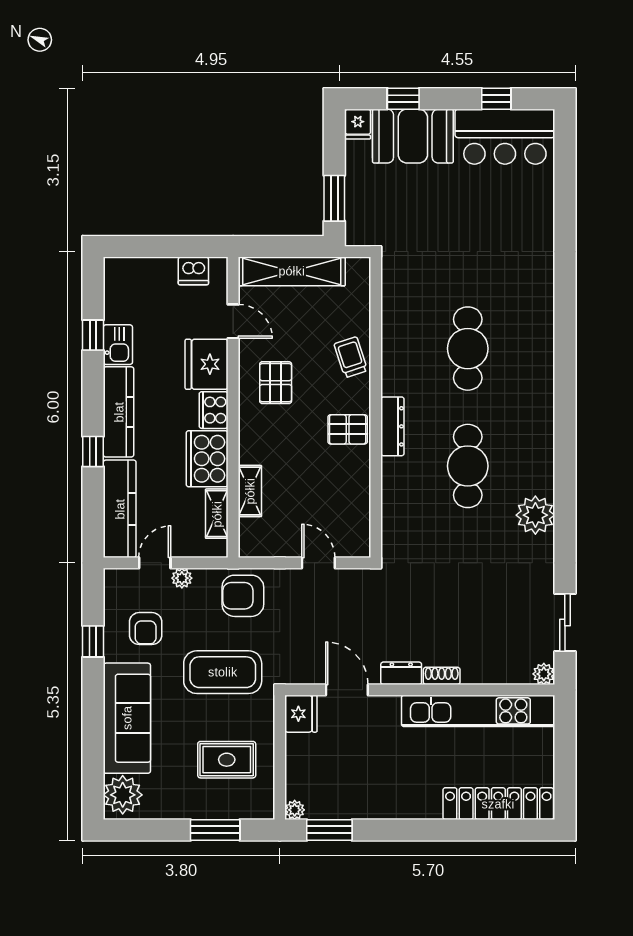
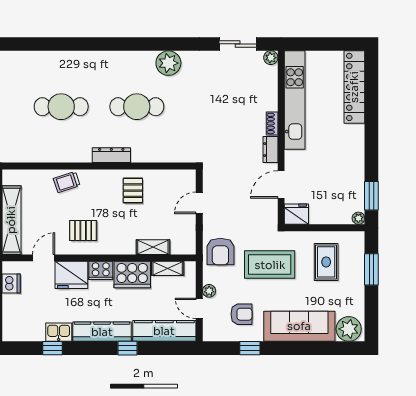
pallet: (348, 429) -> (133, 191), moved
coffee table: (223, 672) -> (270, 265), turned 90

